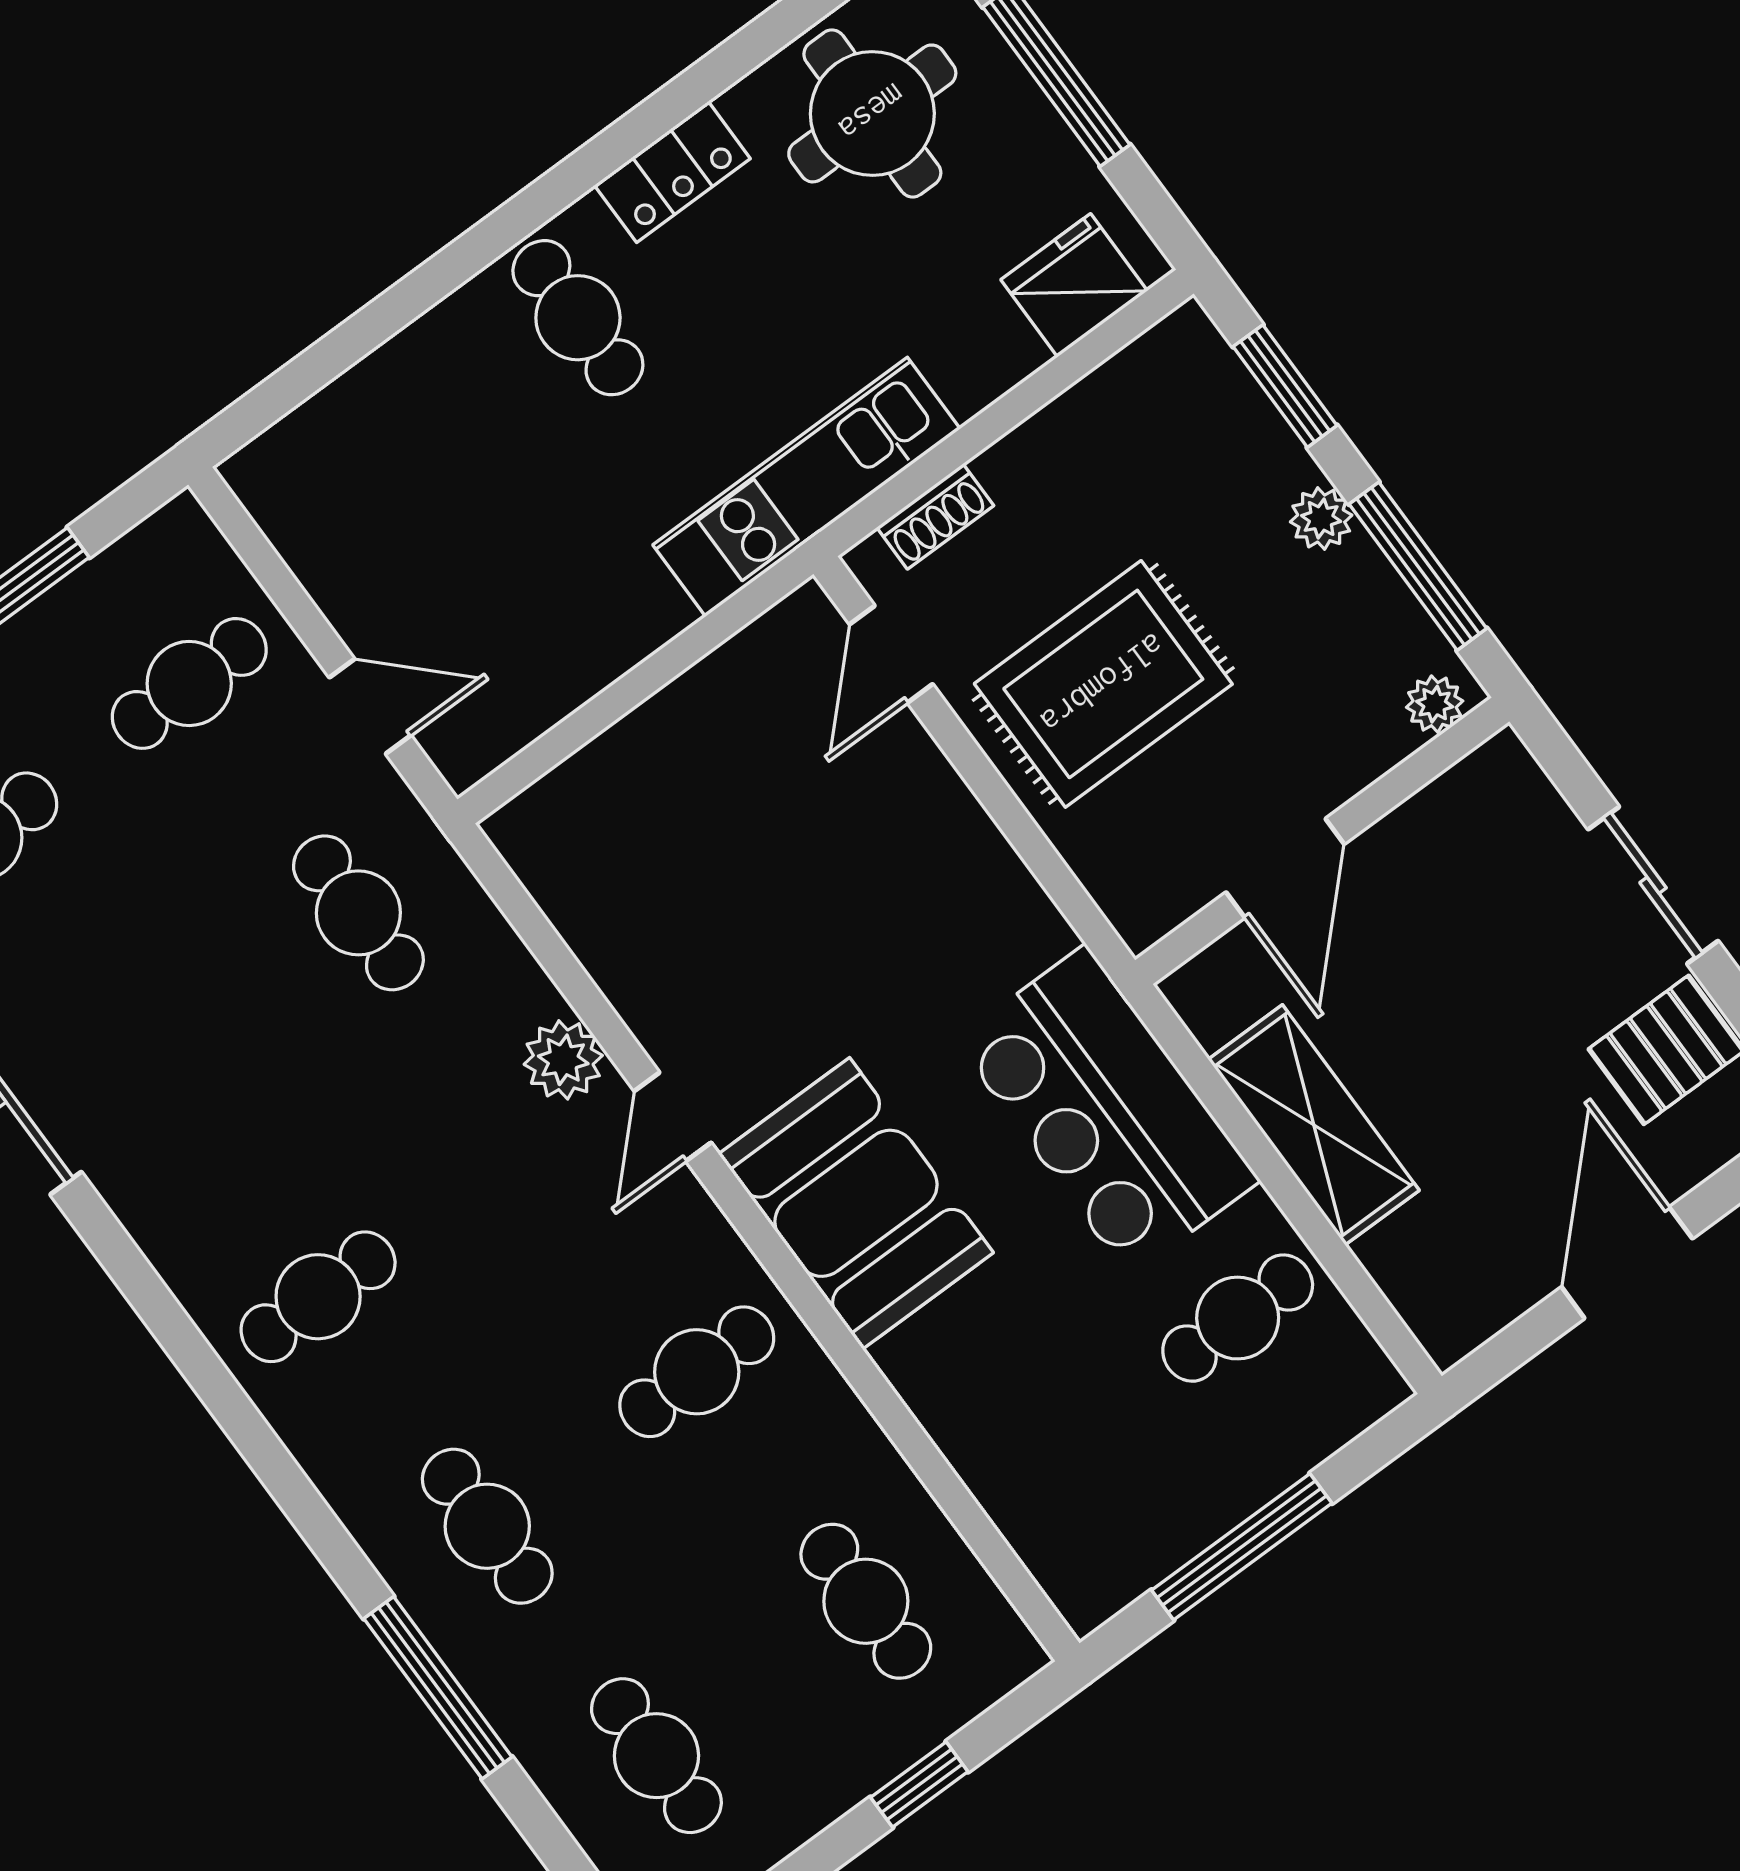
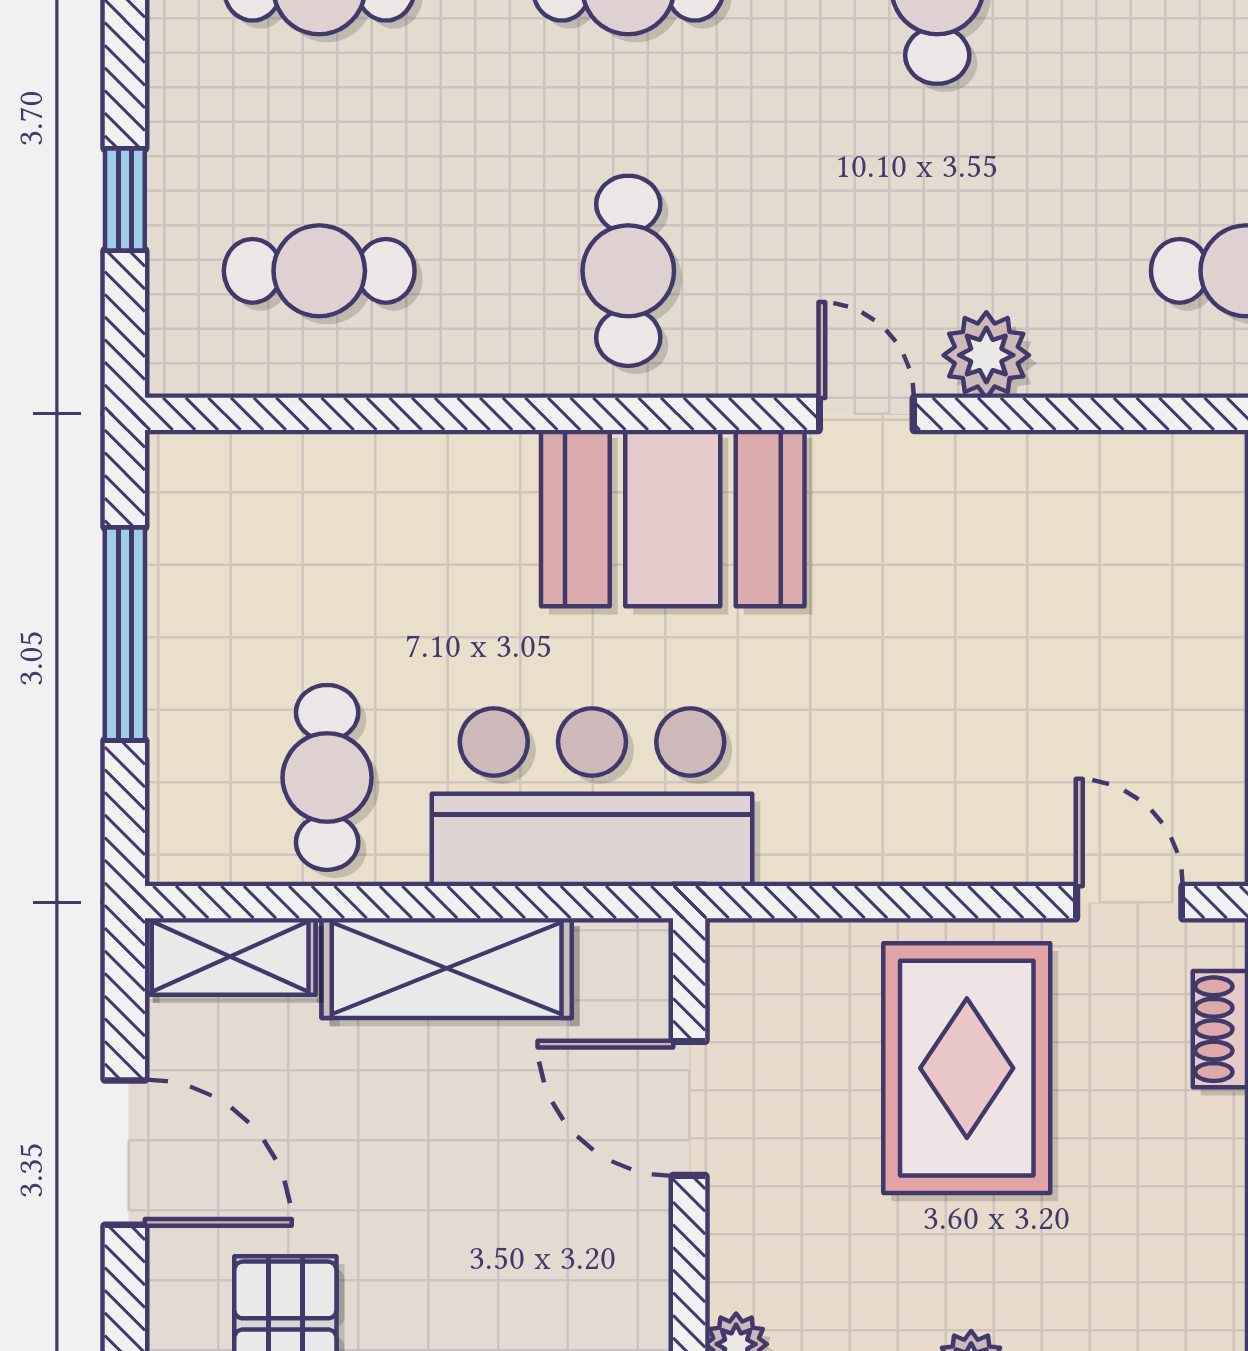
shelving: (1424, 1292) -> (230, 956), added

